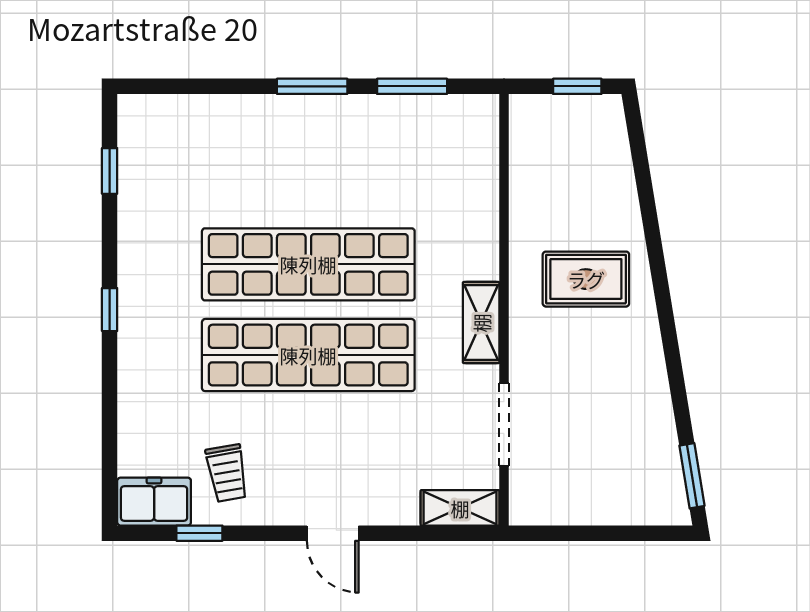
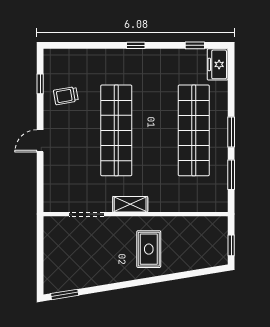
shop shelf: (308, 264) -> (194, 130), moved
freezer: (154, 502) -> (218, 64), moved, turned 180
shelving: (460, 508) -> (51, 195), removed

